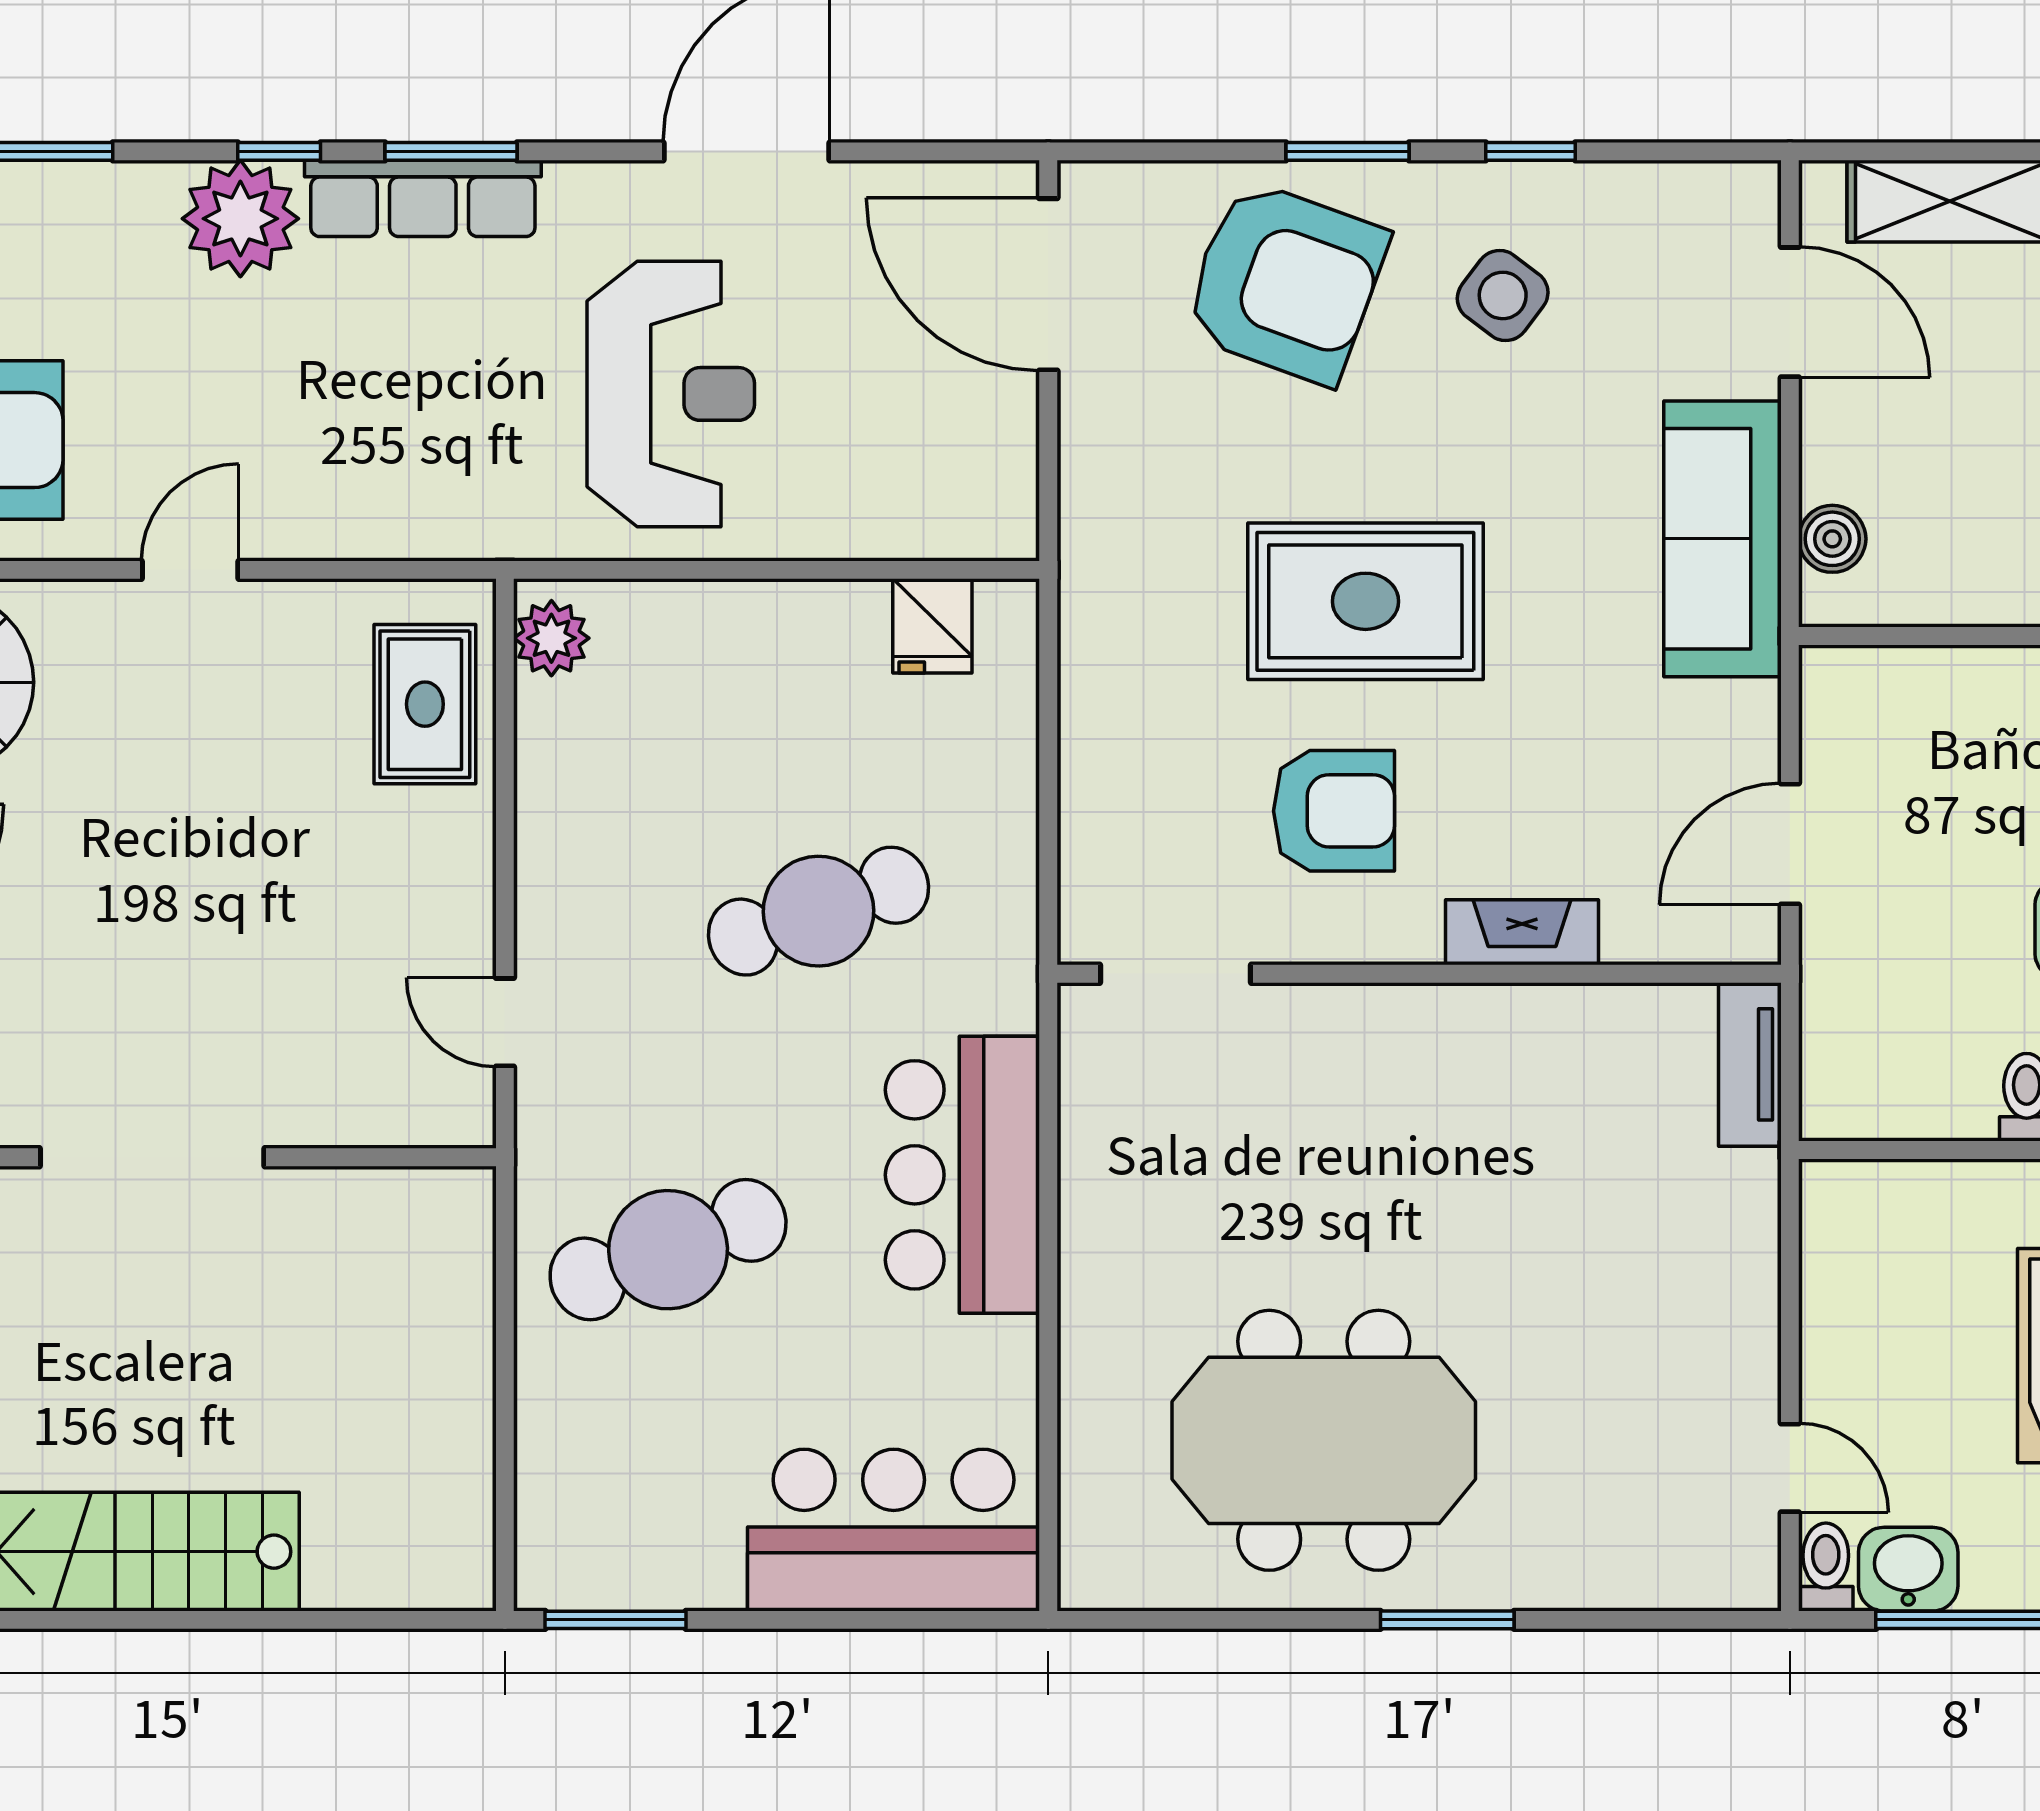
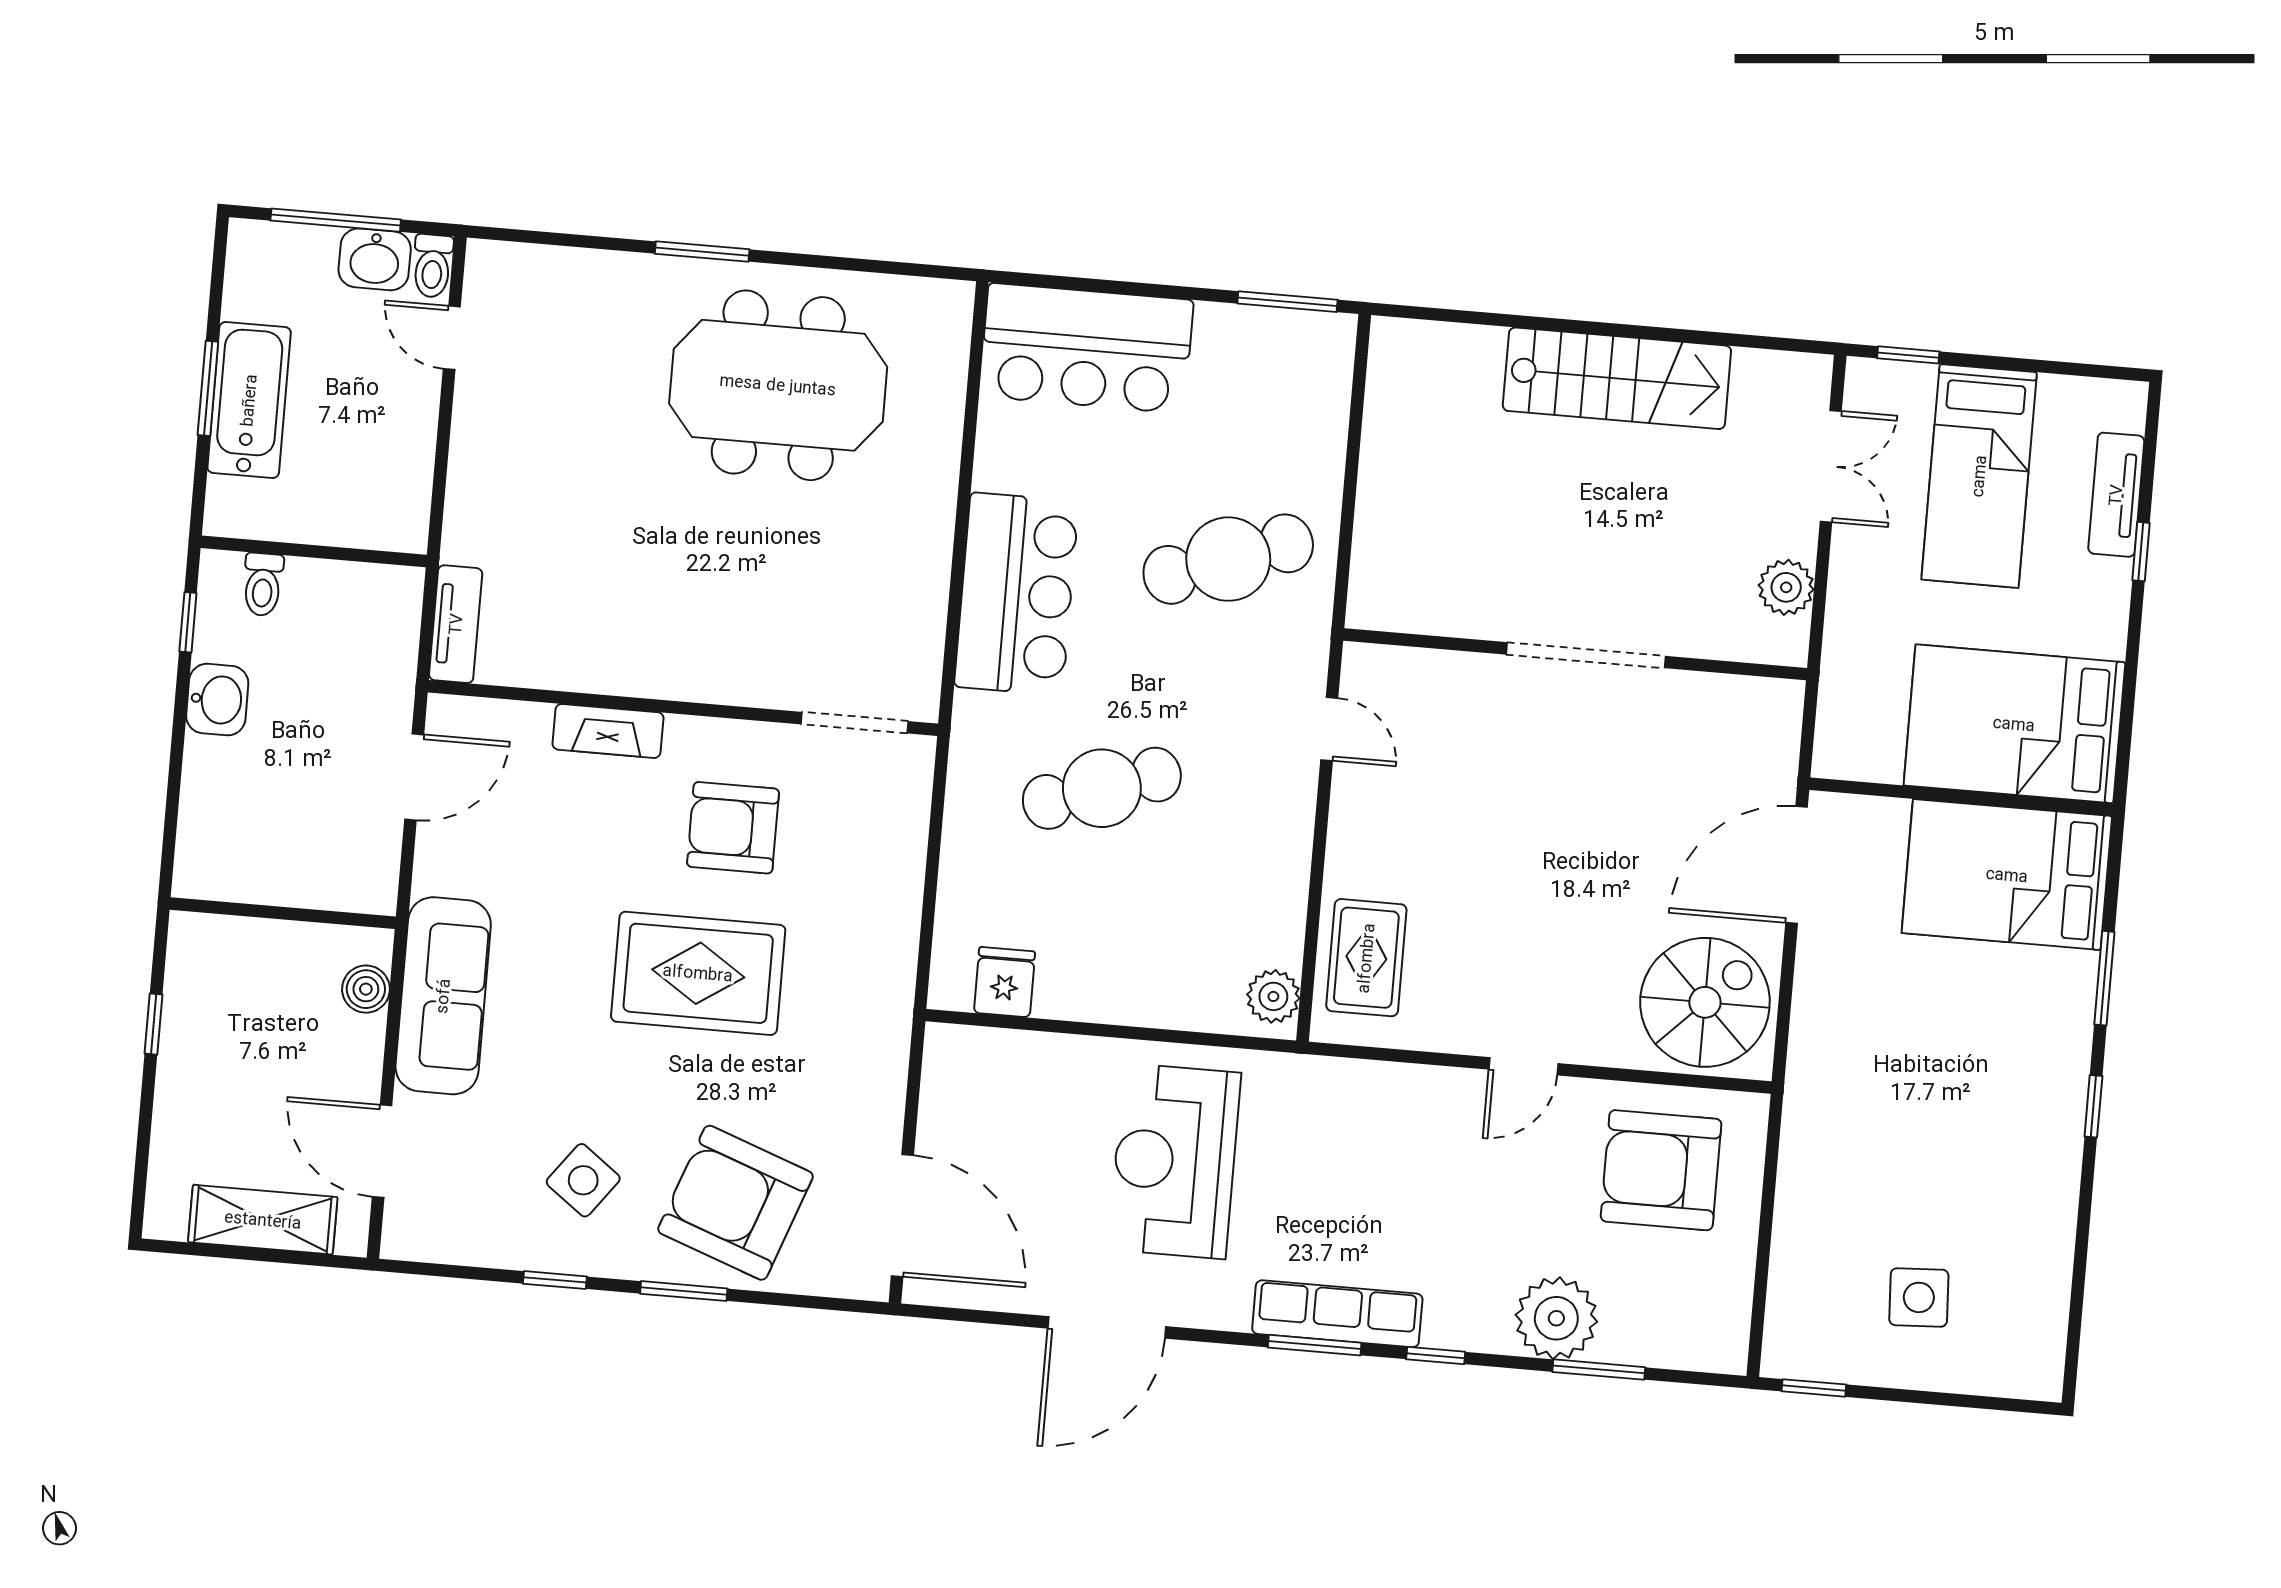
plant: (240, 219) -> (1556, 1318), moved

